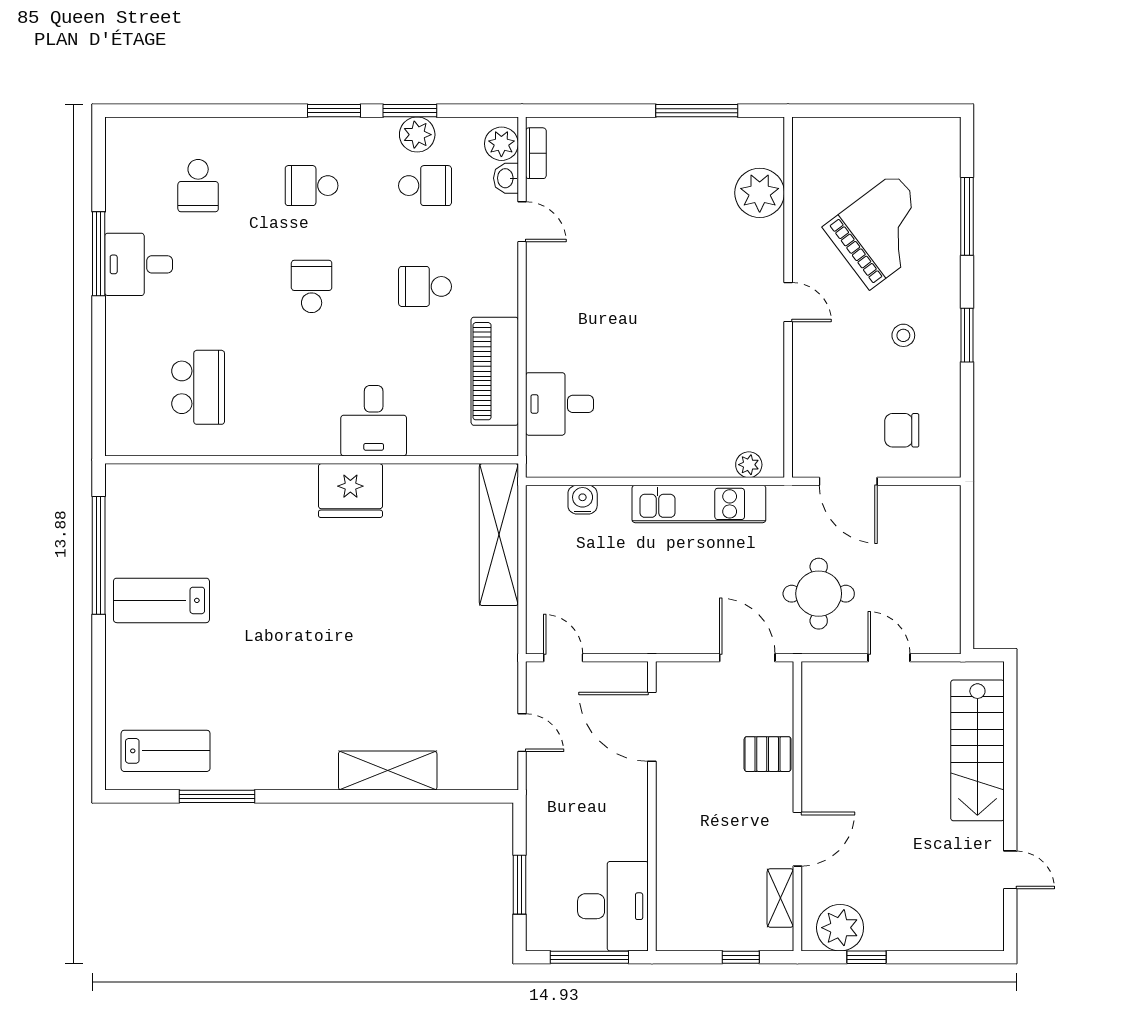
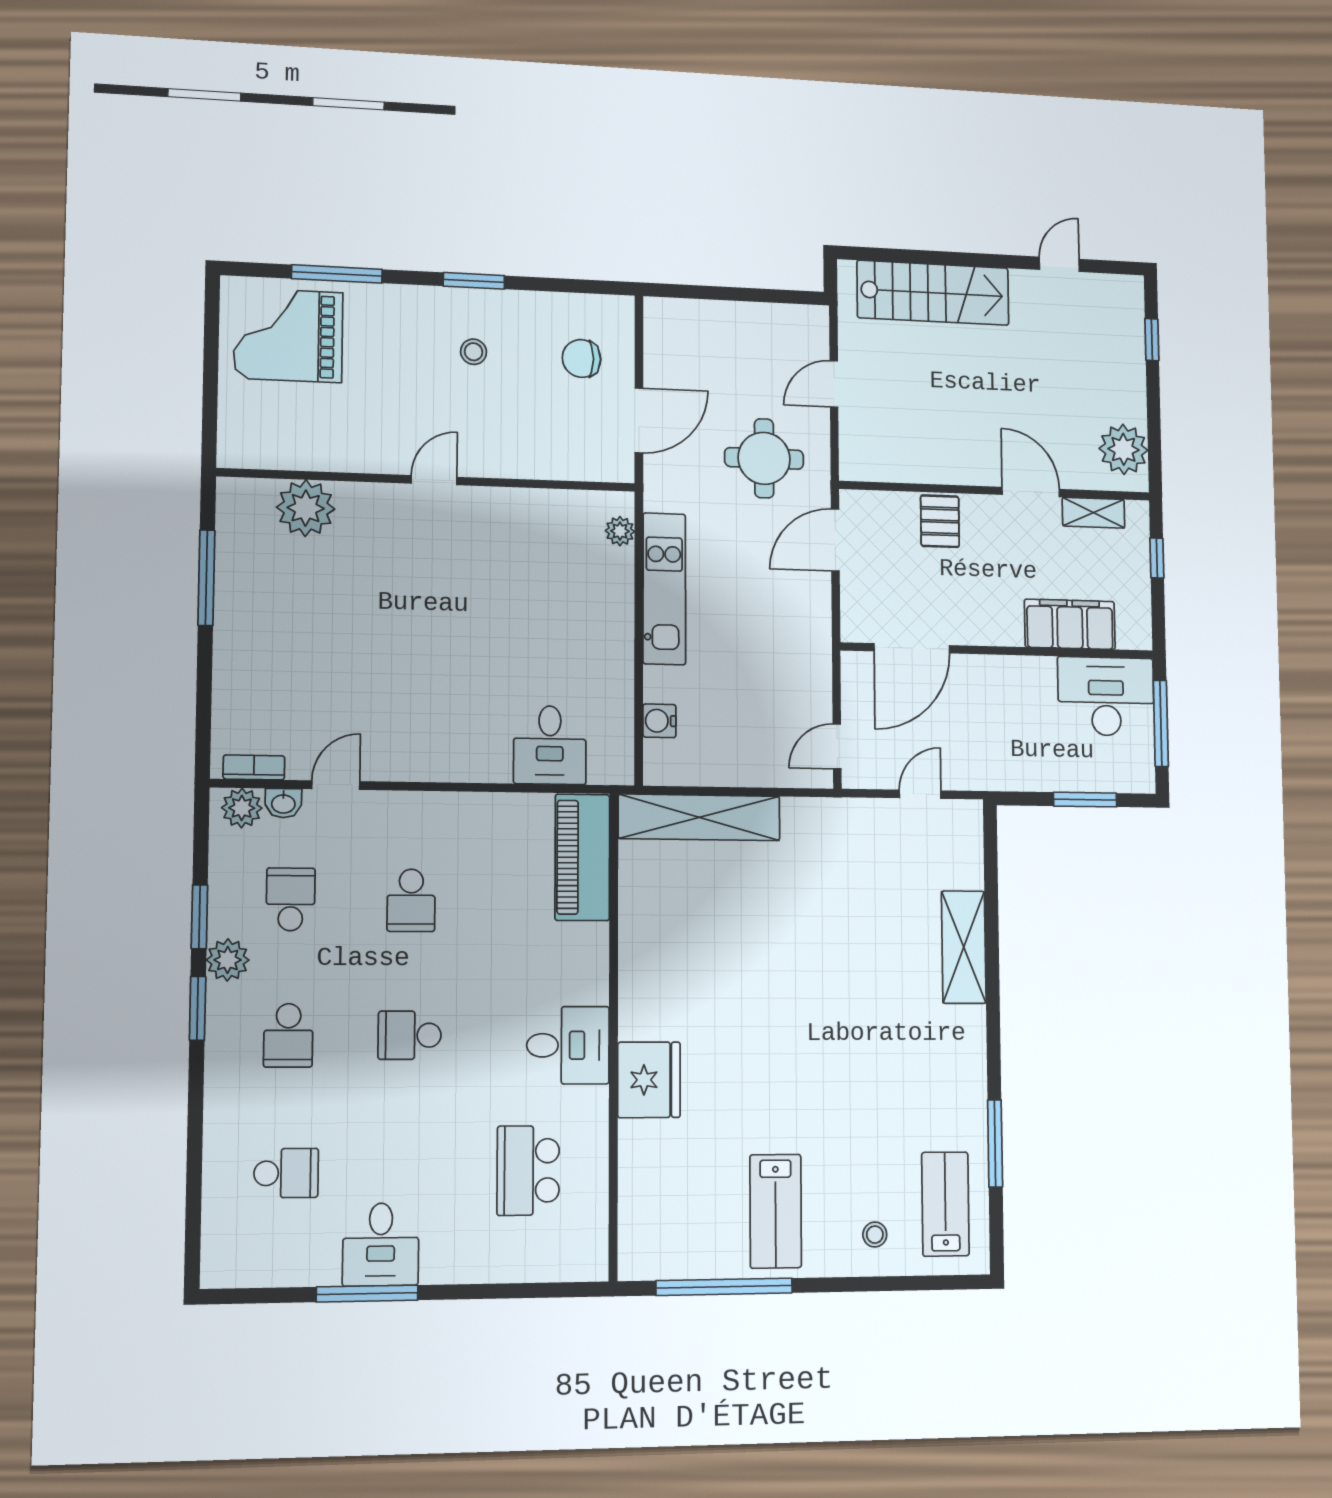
plant: (417, 135) -> (228, 960), moved
grand piano: (883, 231) -> (288, 335), moved, turned -53
piano: (495, 371) -> (582, 857), moved, turned 90
school desk: (198, 387) -> (528, 1170), turned -90
desk: (374, 421) -> (568, 1045), moved
chair: (902, 430) -> (581, 358), turned 90
fridge: (350, 490) -> (649, 1080), moved
stool: (140, 688) -> (875, 1235), added
filing cabinet: (678, 874) -> (1070, 624), added
window: (867, 957) -> (1152, 340), moved

